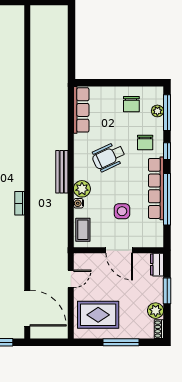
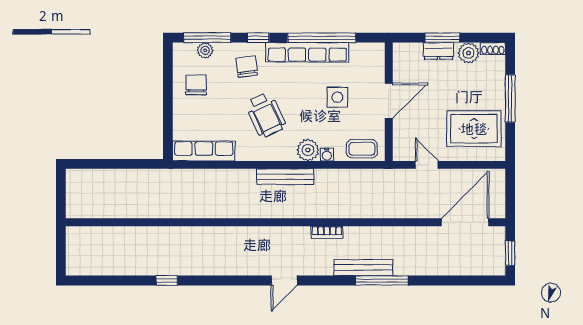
chair: (131, 104) -> (196, 85), turned -90
chair: (145, 143) -> (247, 67), turned -97
dresser: (157, 265) -> (438, 51), moved
rug: (98, 315) -> (474, 129), turned 90

